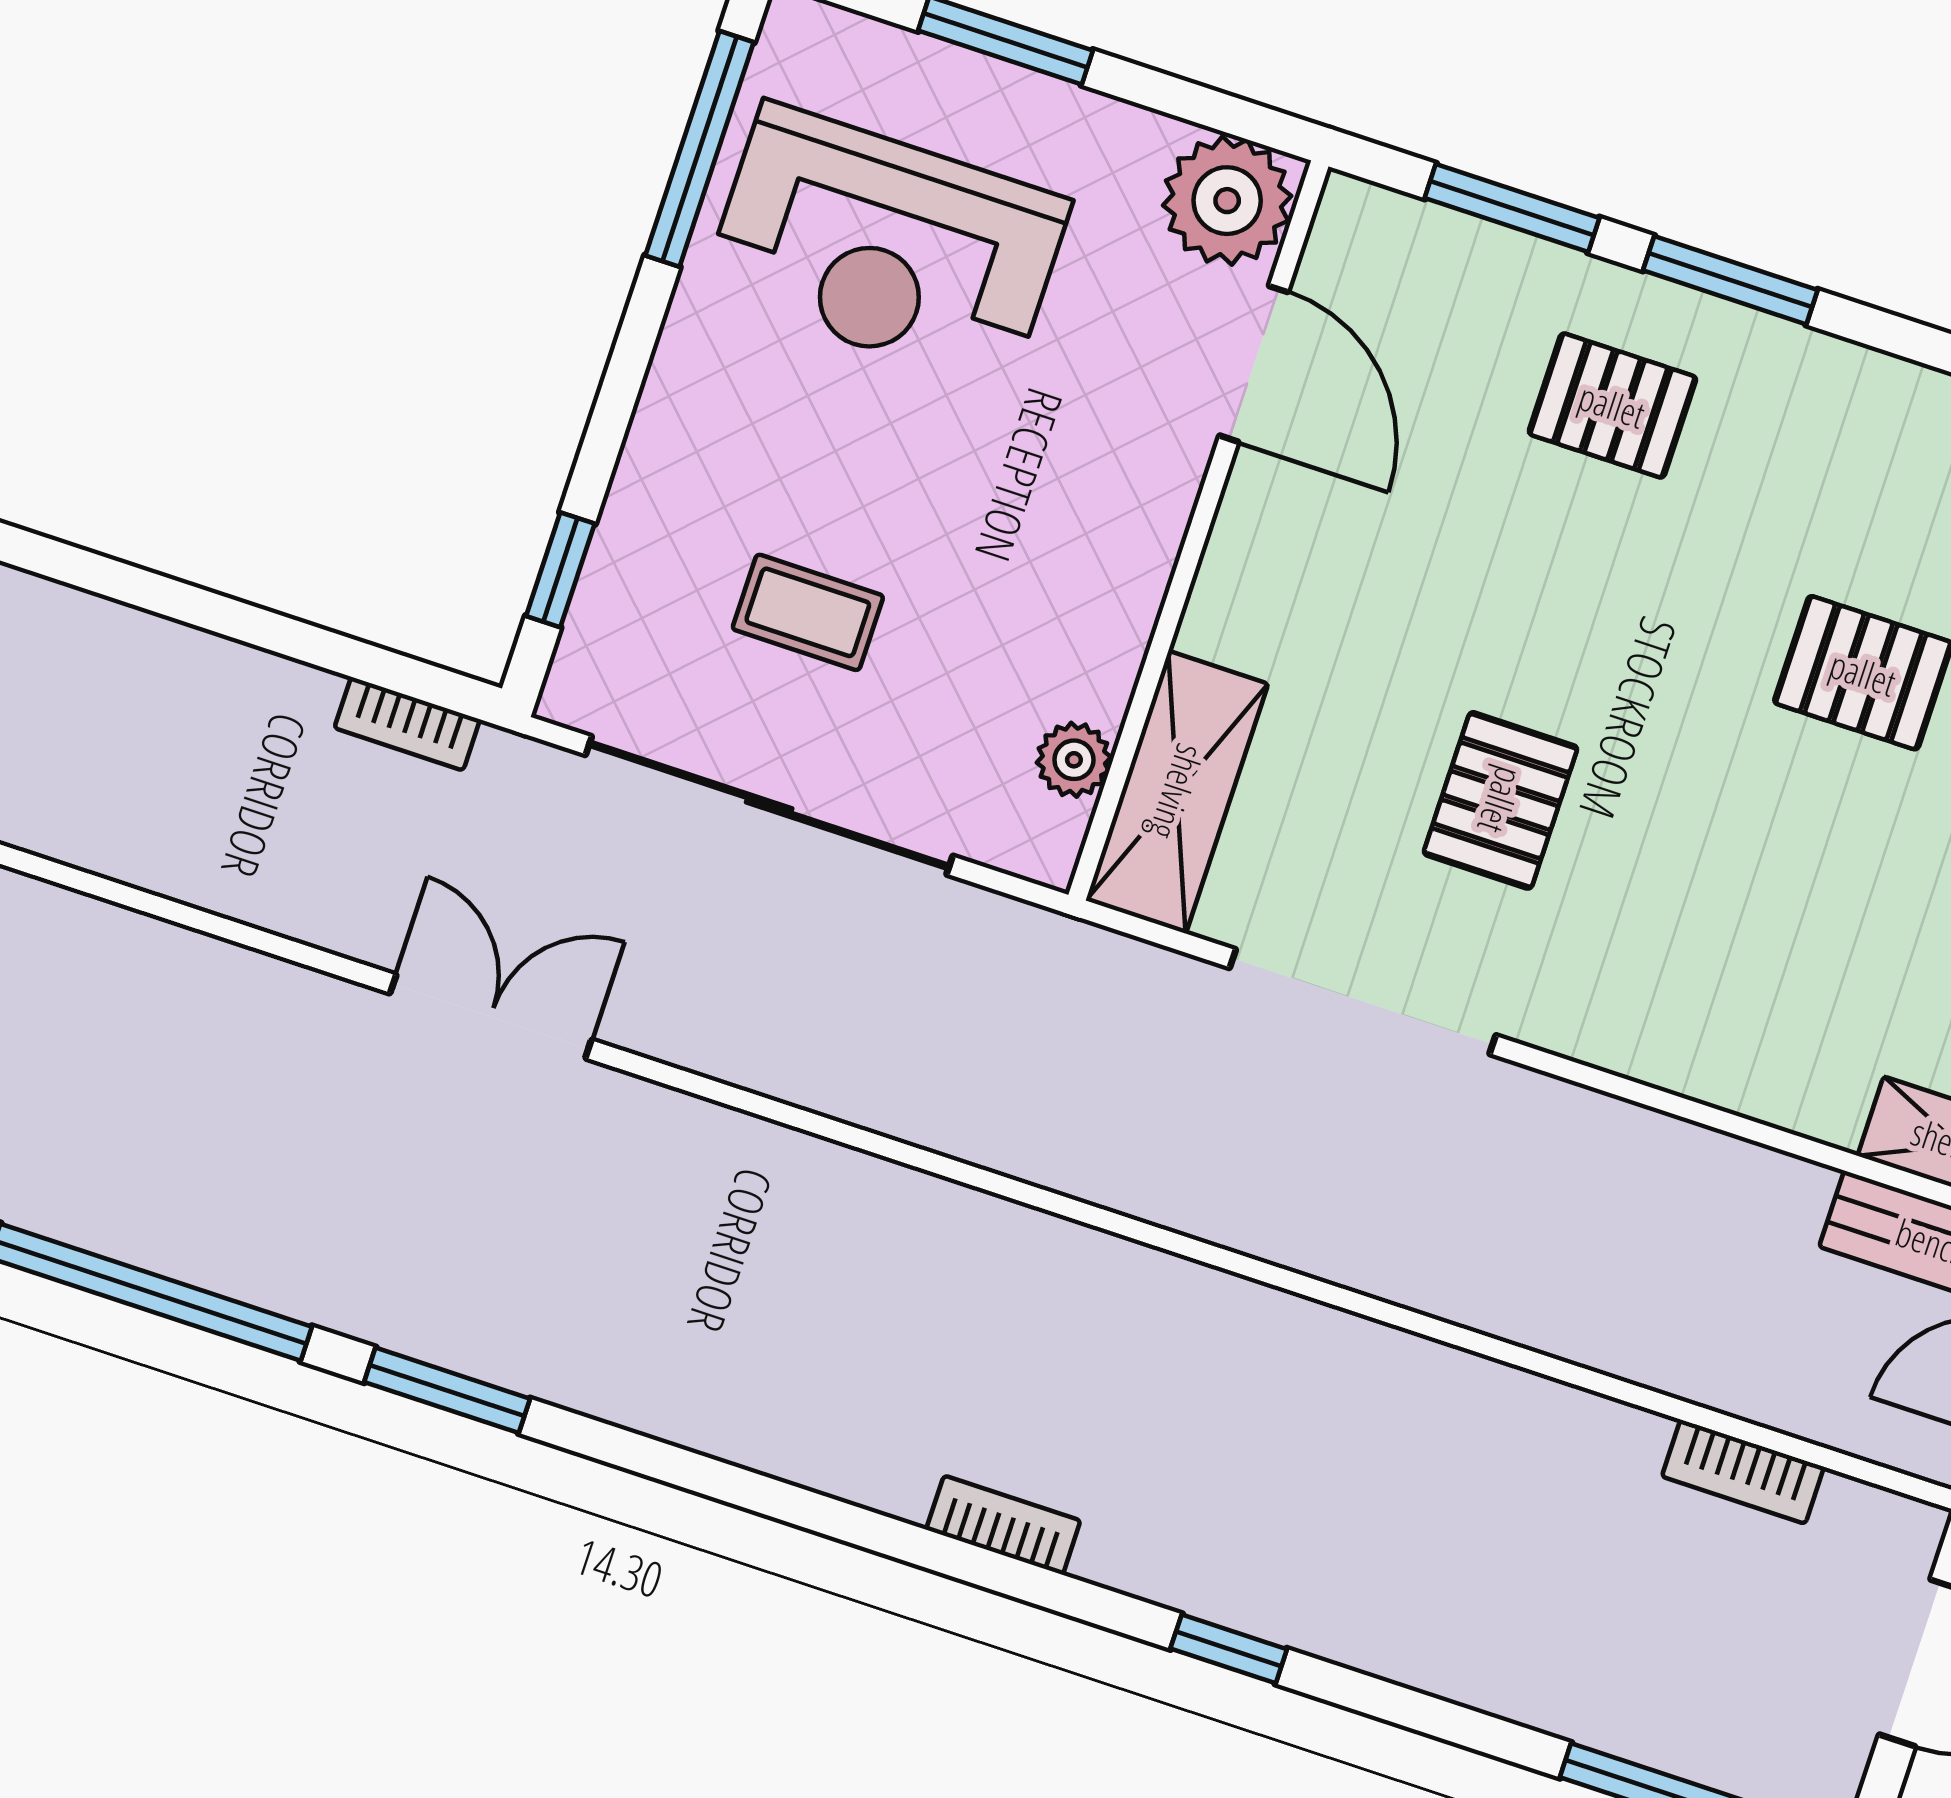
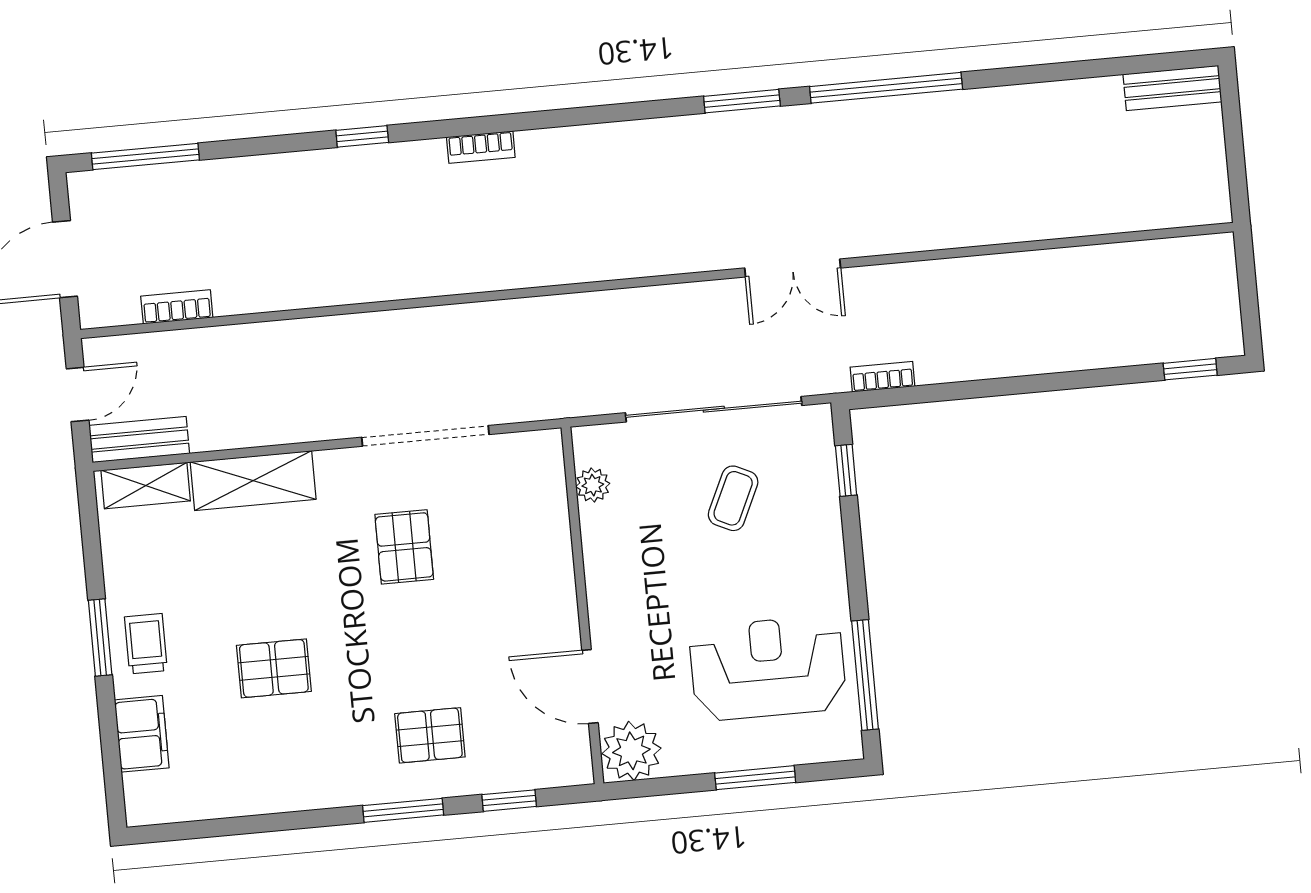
window: (1512, 208) -> (509, 801), width x0.67
coffee table: (808, 612) -> (733, 498), turned -65
shelving: (1177, 792) -> (253, 481), moved, turned 90

